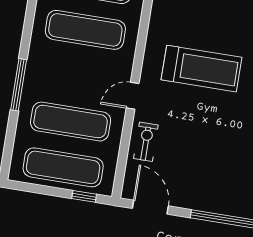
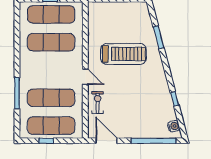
window: (19, 85) -> (17, 93), moved
door: (133, 96) -> (85, 77), swing flipped
window: (84, 196) -> (46, 141), moved

